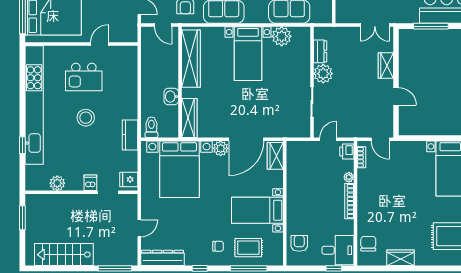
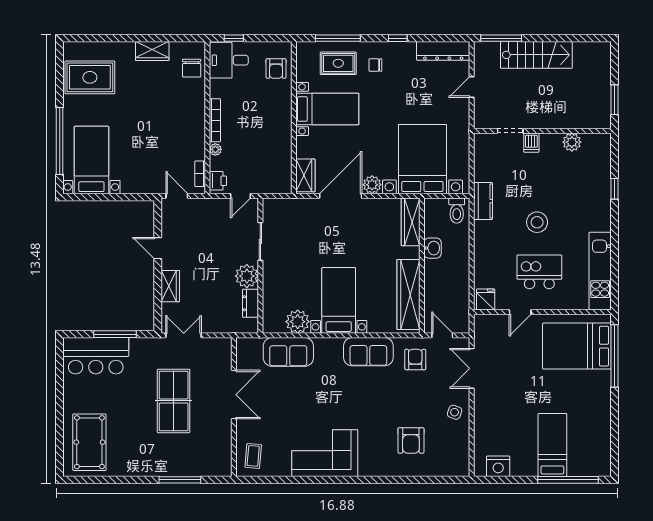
kitchen unit: (34, 105) -> (600, 271), width x0.54
fridge: (129, 179) -> (486, 299), moved, turned -90
stairs: (64, 255) -> (536, 55), moved

